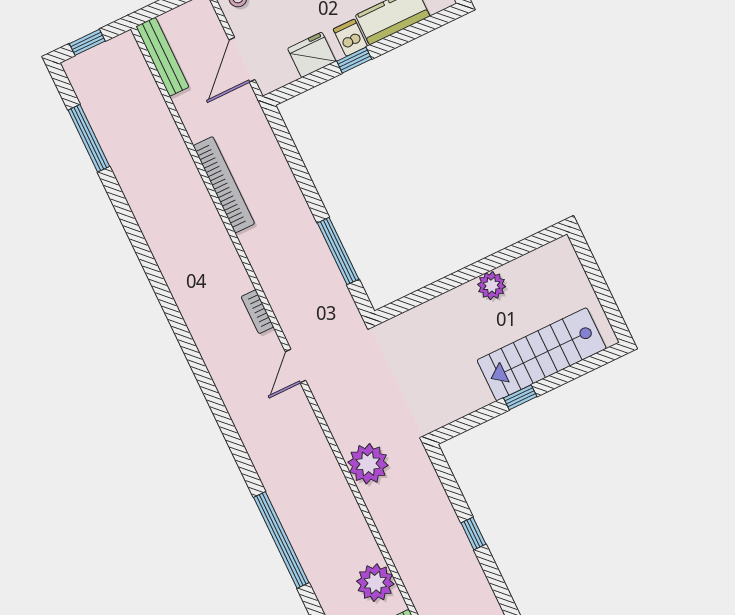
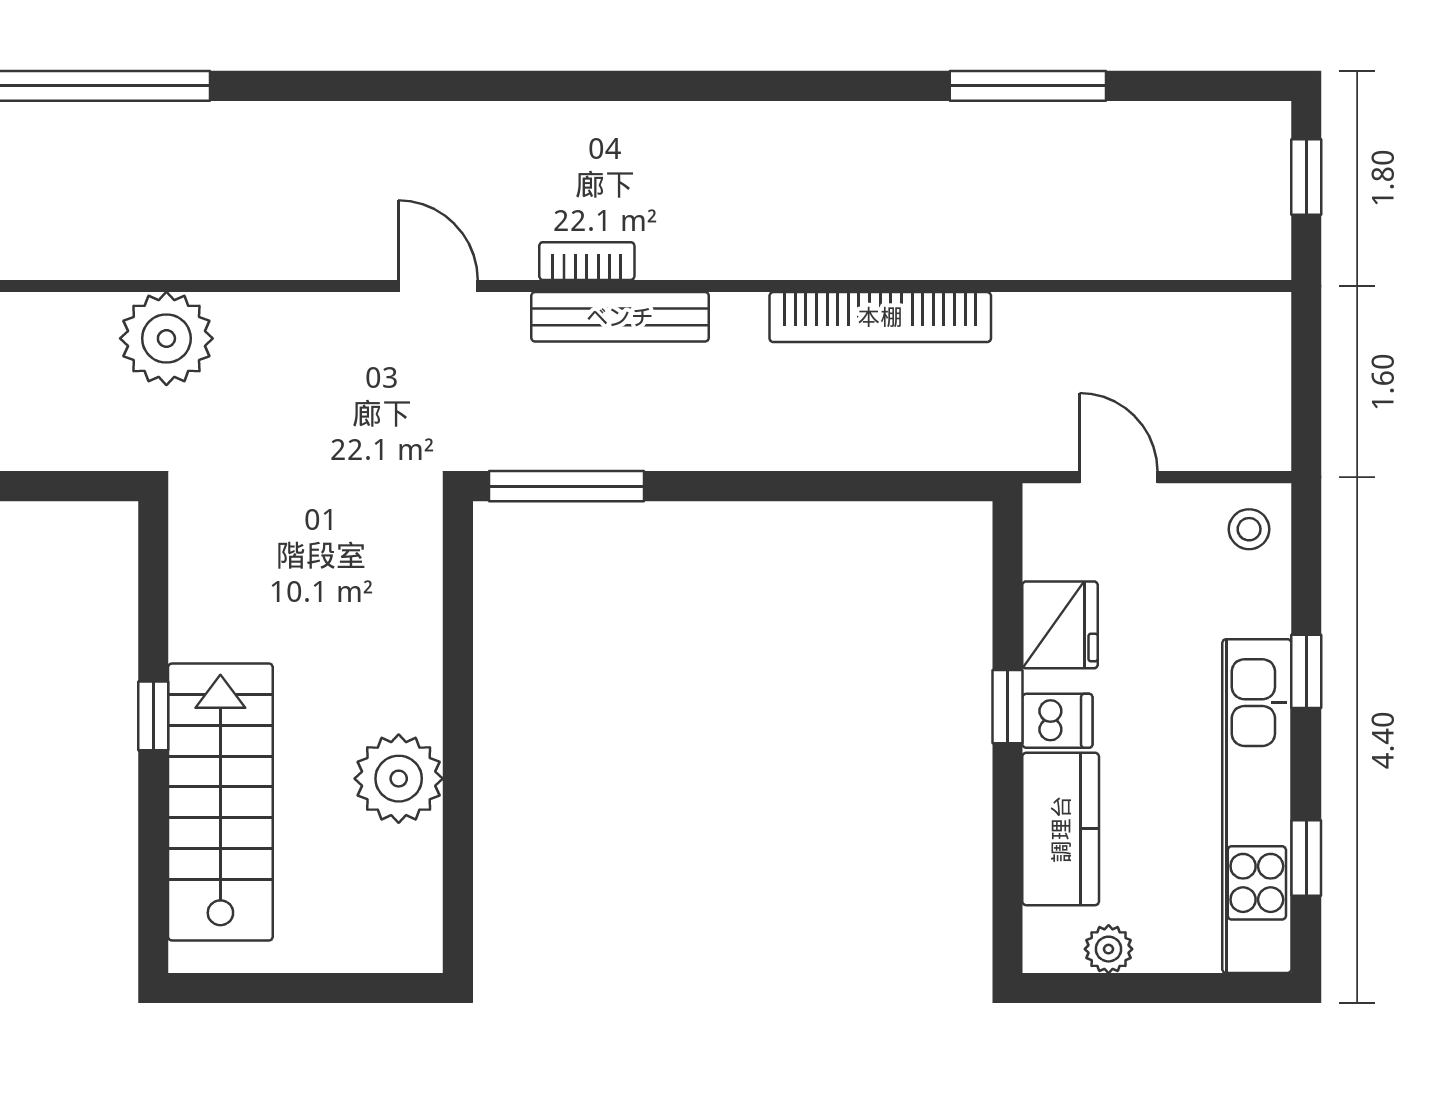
bench: (162, 57) -> (620, 317), moved
door: (242, 60) -> (1119, 477), width x0.73
window: (89, 138) -> (1028, 86), moved
window: (338, 251) -> (567, 486), moved
plant: (492, 286) -> (399, 779), width x1.36, depth x1.36

